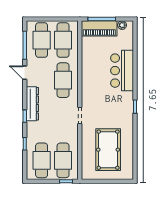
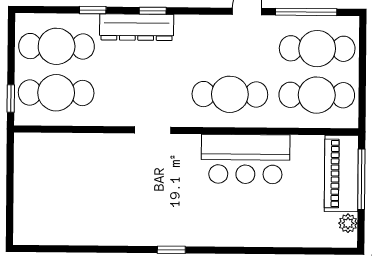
bar counter: (122, 71) -> (246, 159), moved, turned 180
dresser: (32, 104) -> (137, 27), moved
pool table: (108, 150) -> (78, 191), removed

